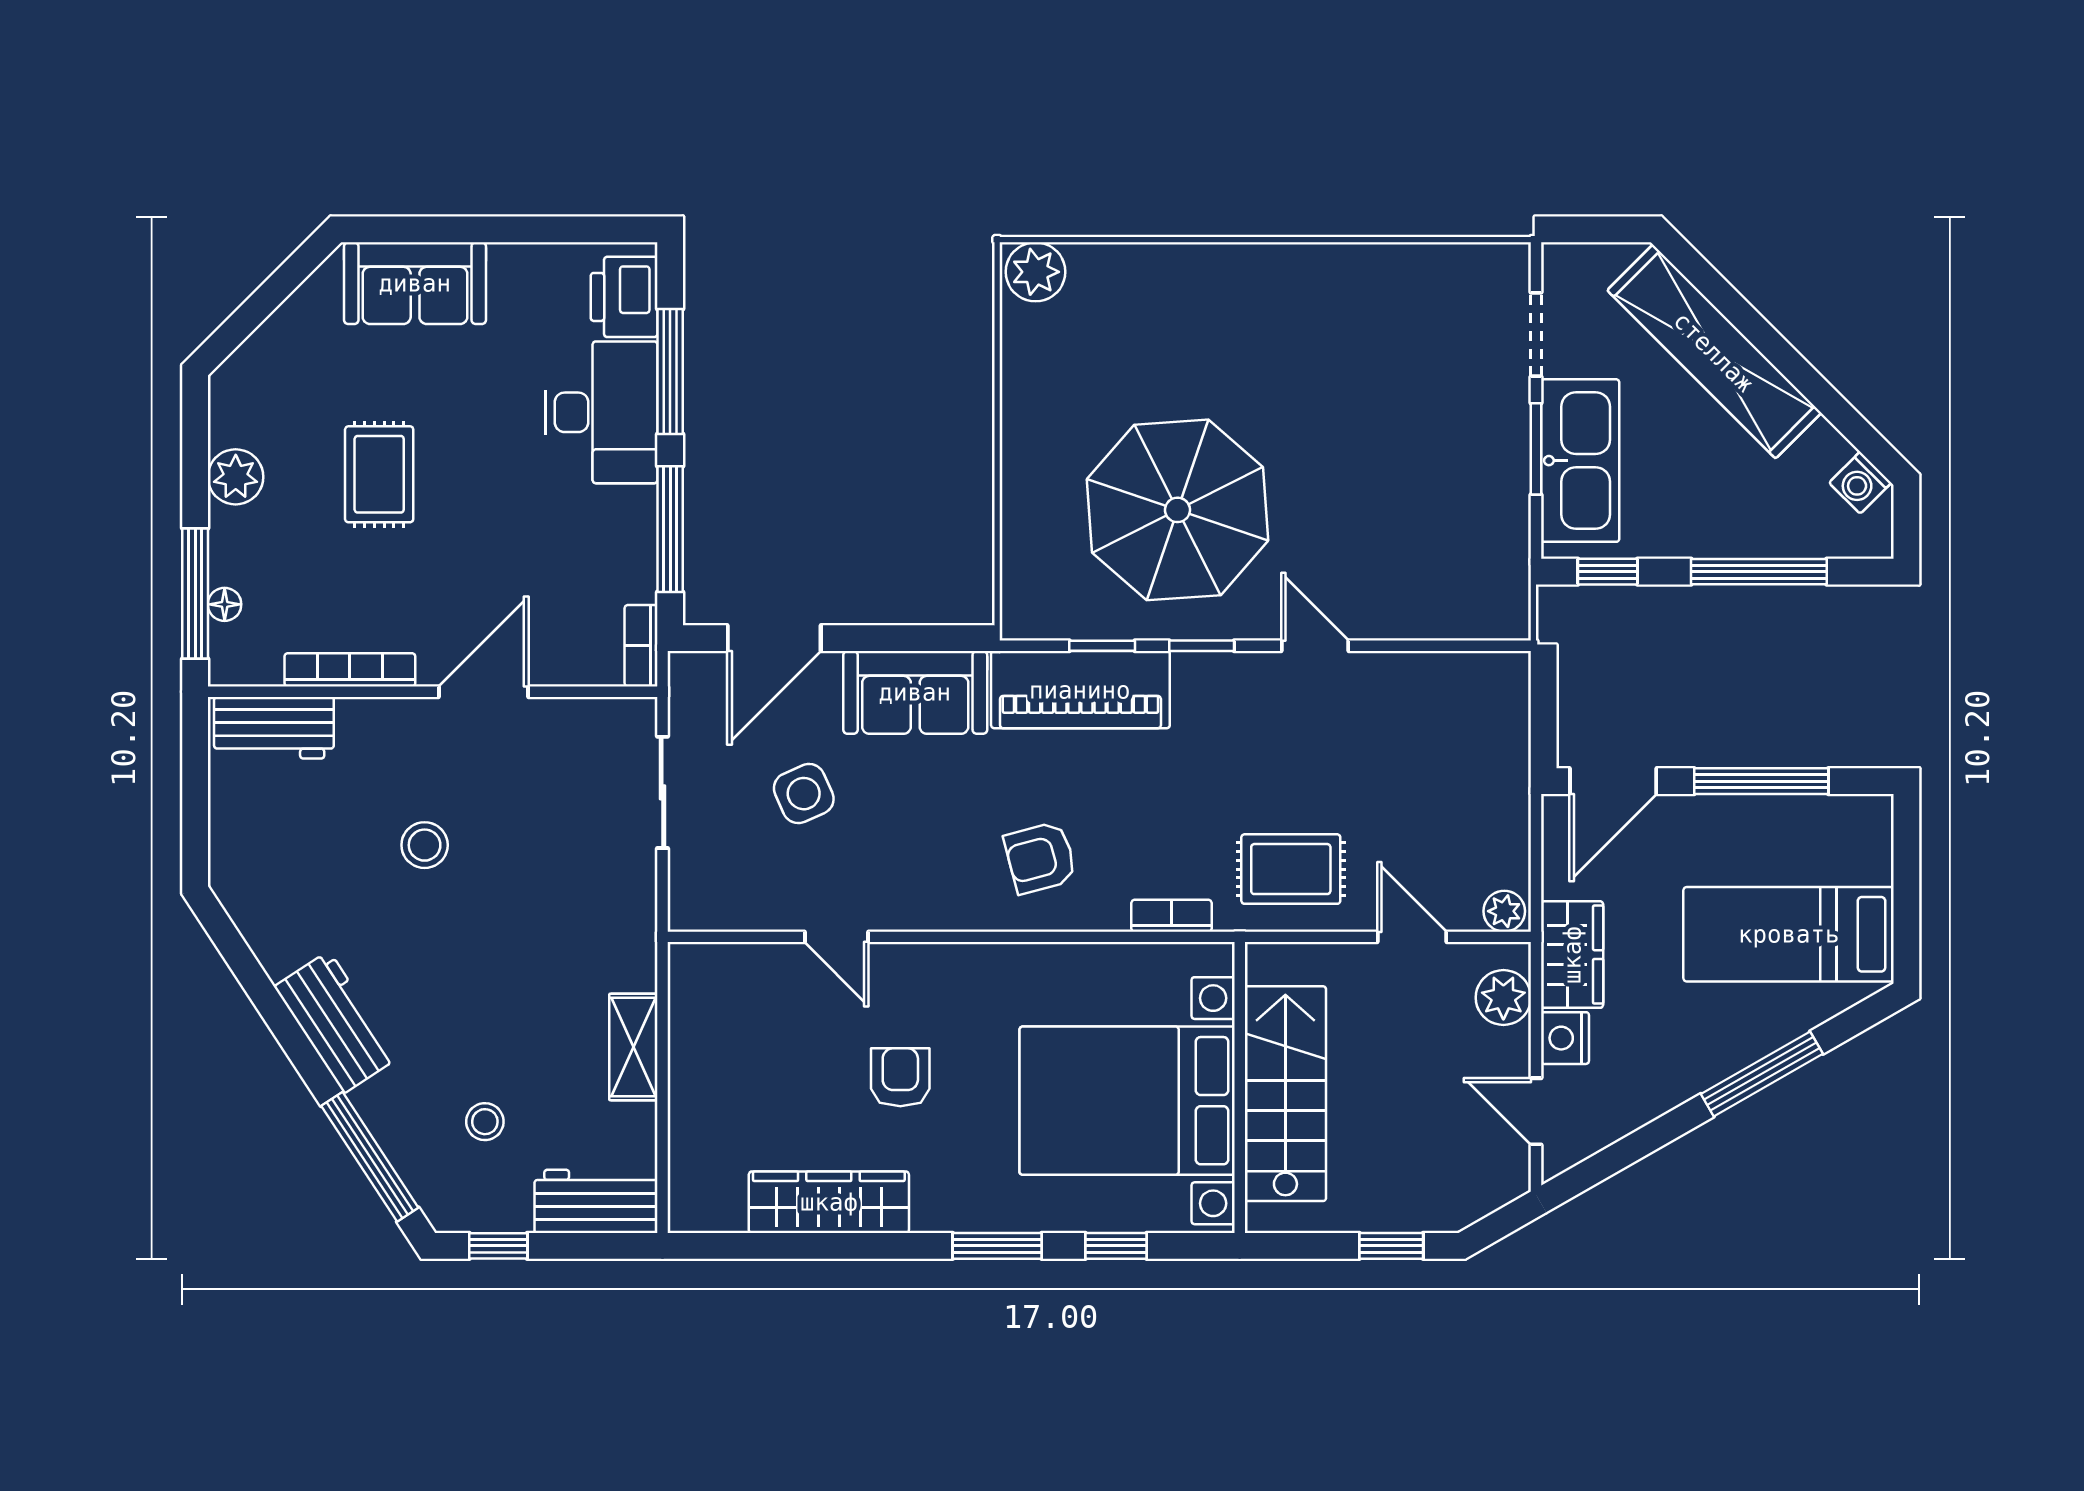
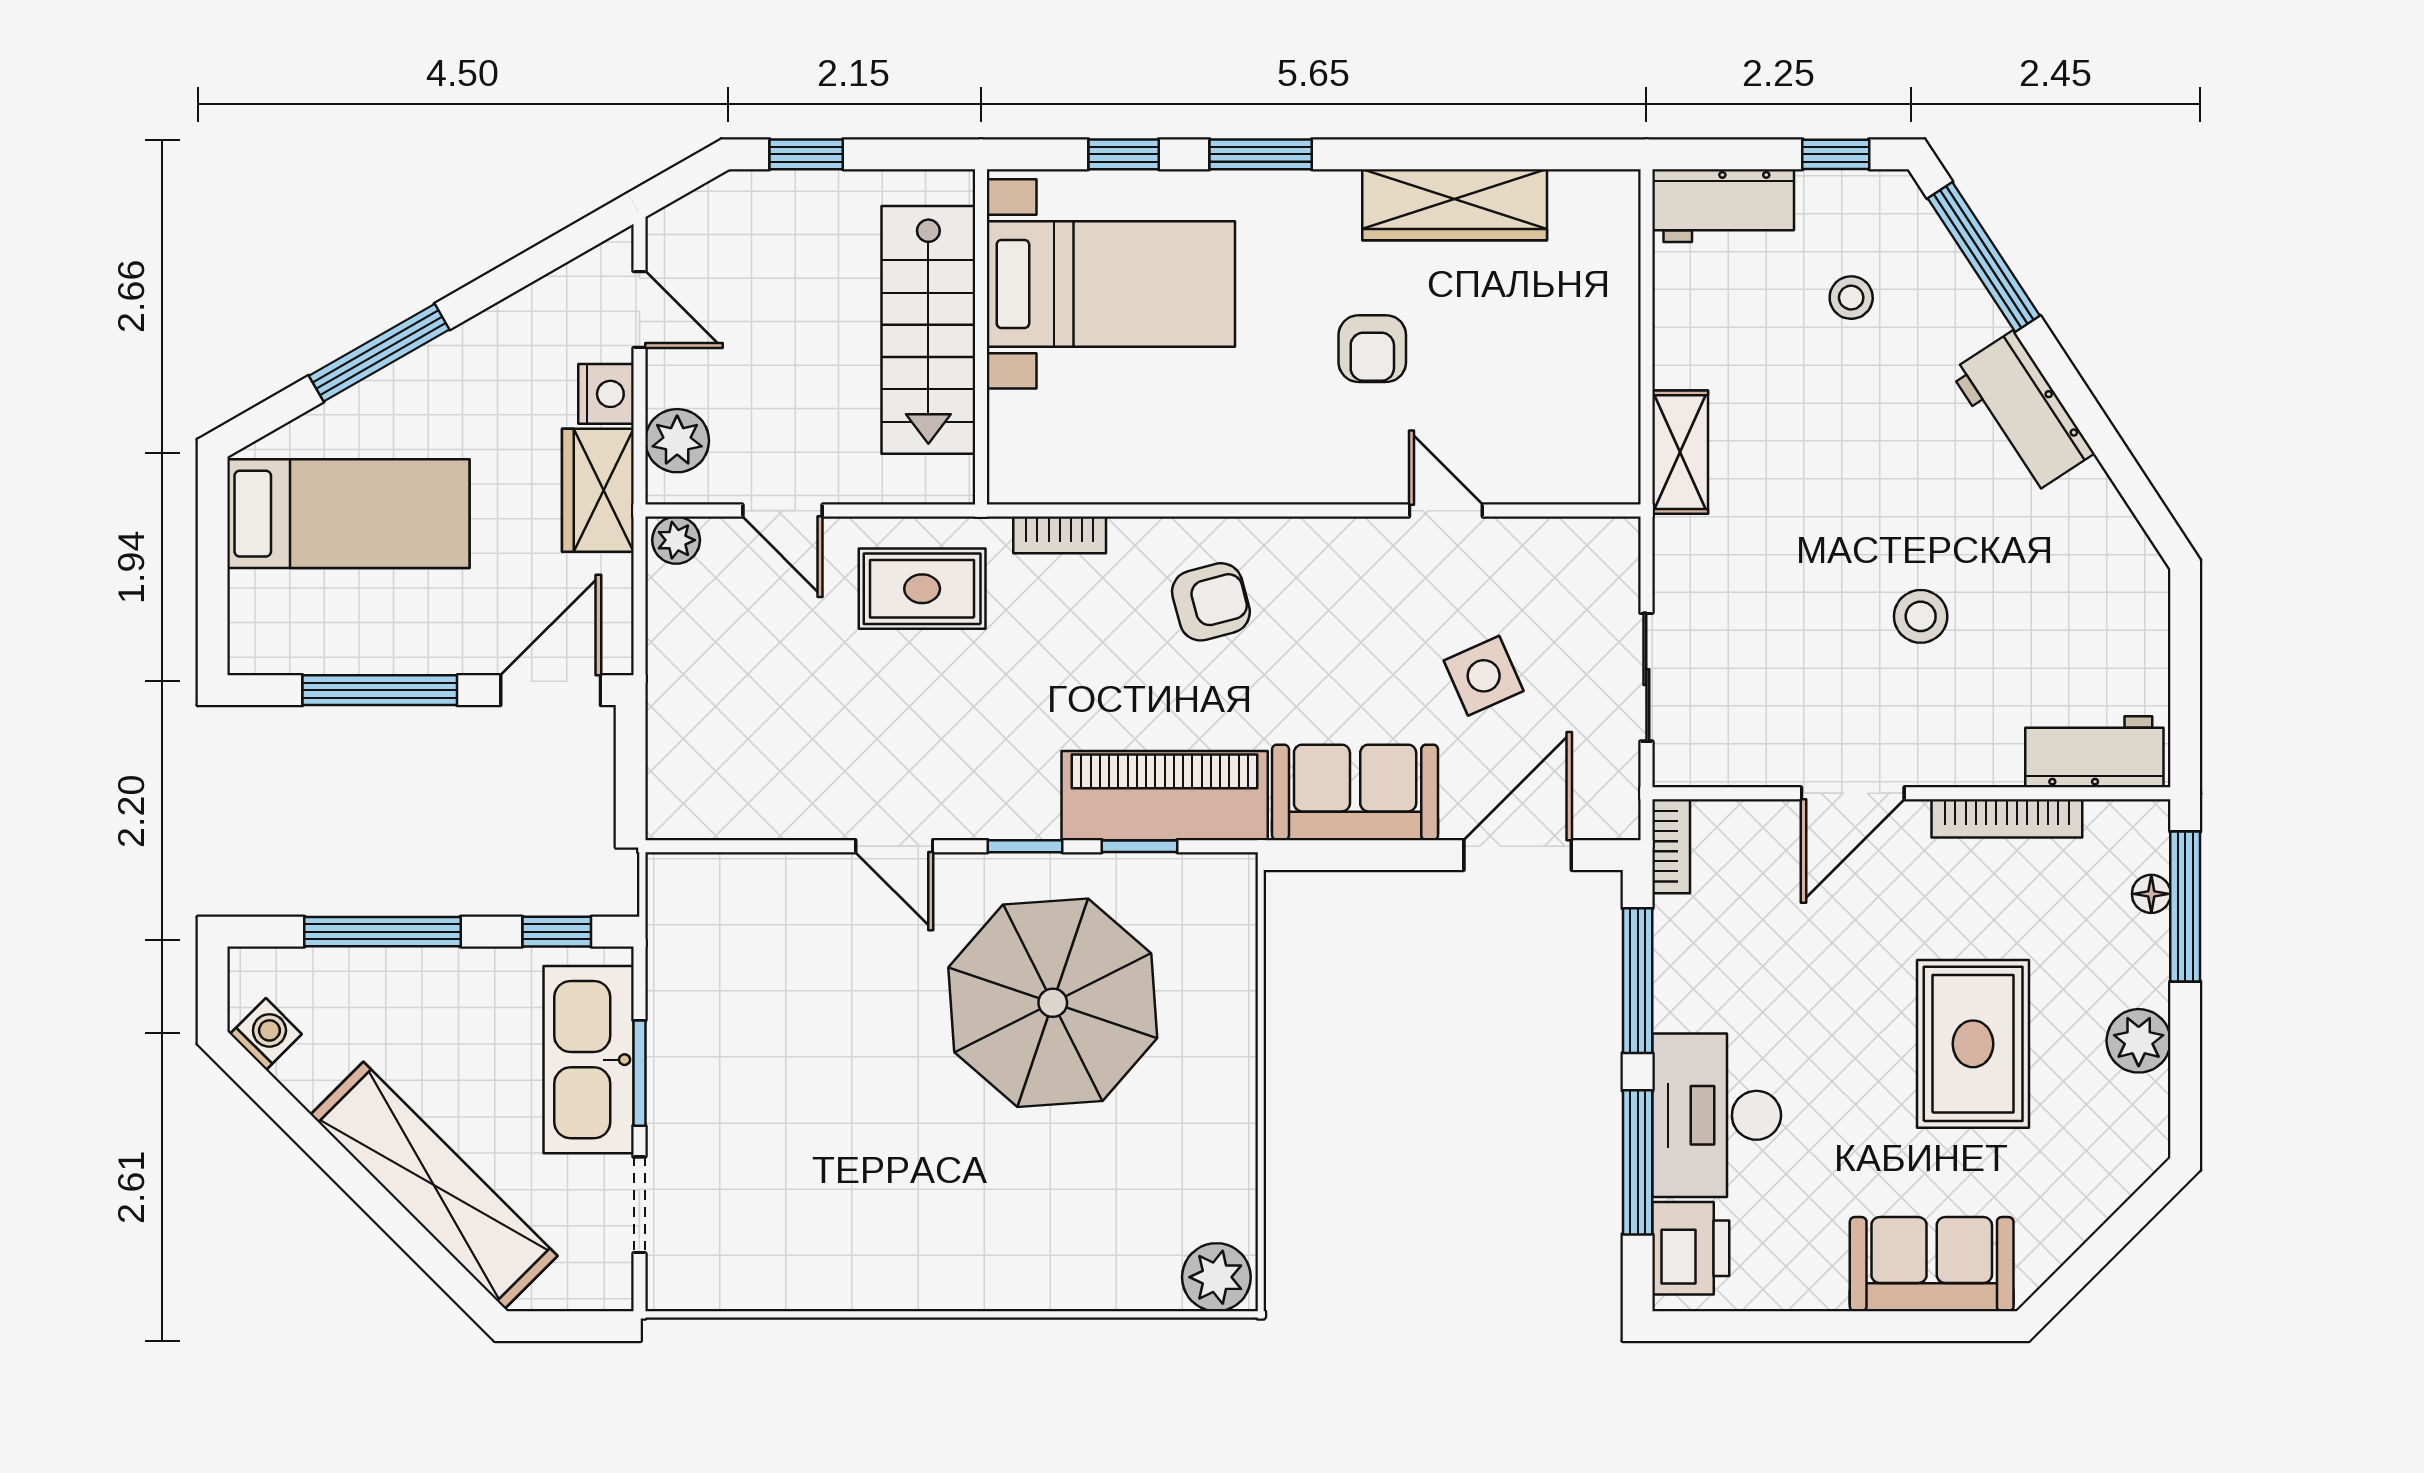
rug: (379, 474) -> (1973, 1044), width x1.36, depth x1.43
shelving: (633, 1047) -> (1680, 452), moved
bed with nightstands: (1127, 1101) -> (1111, 284), width x0.73

